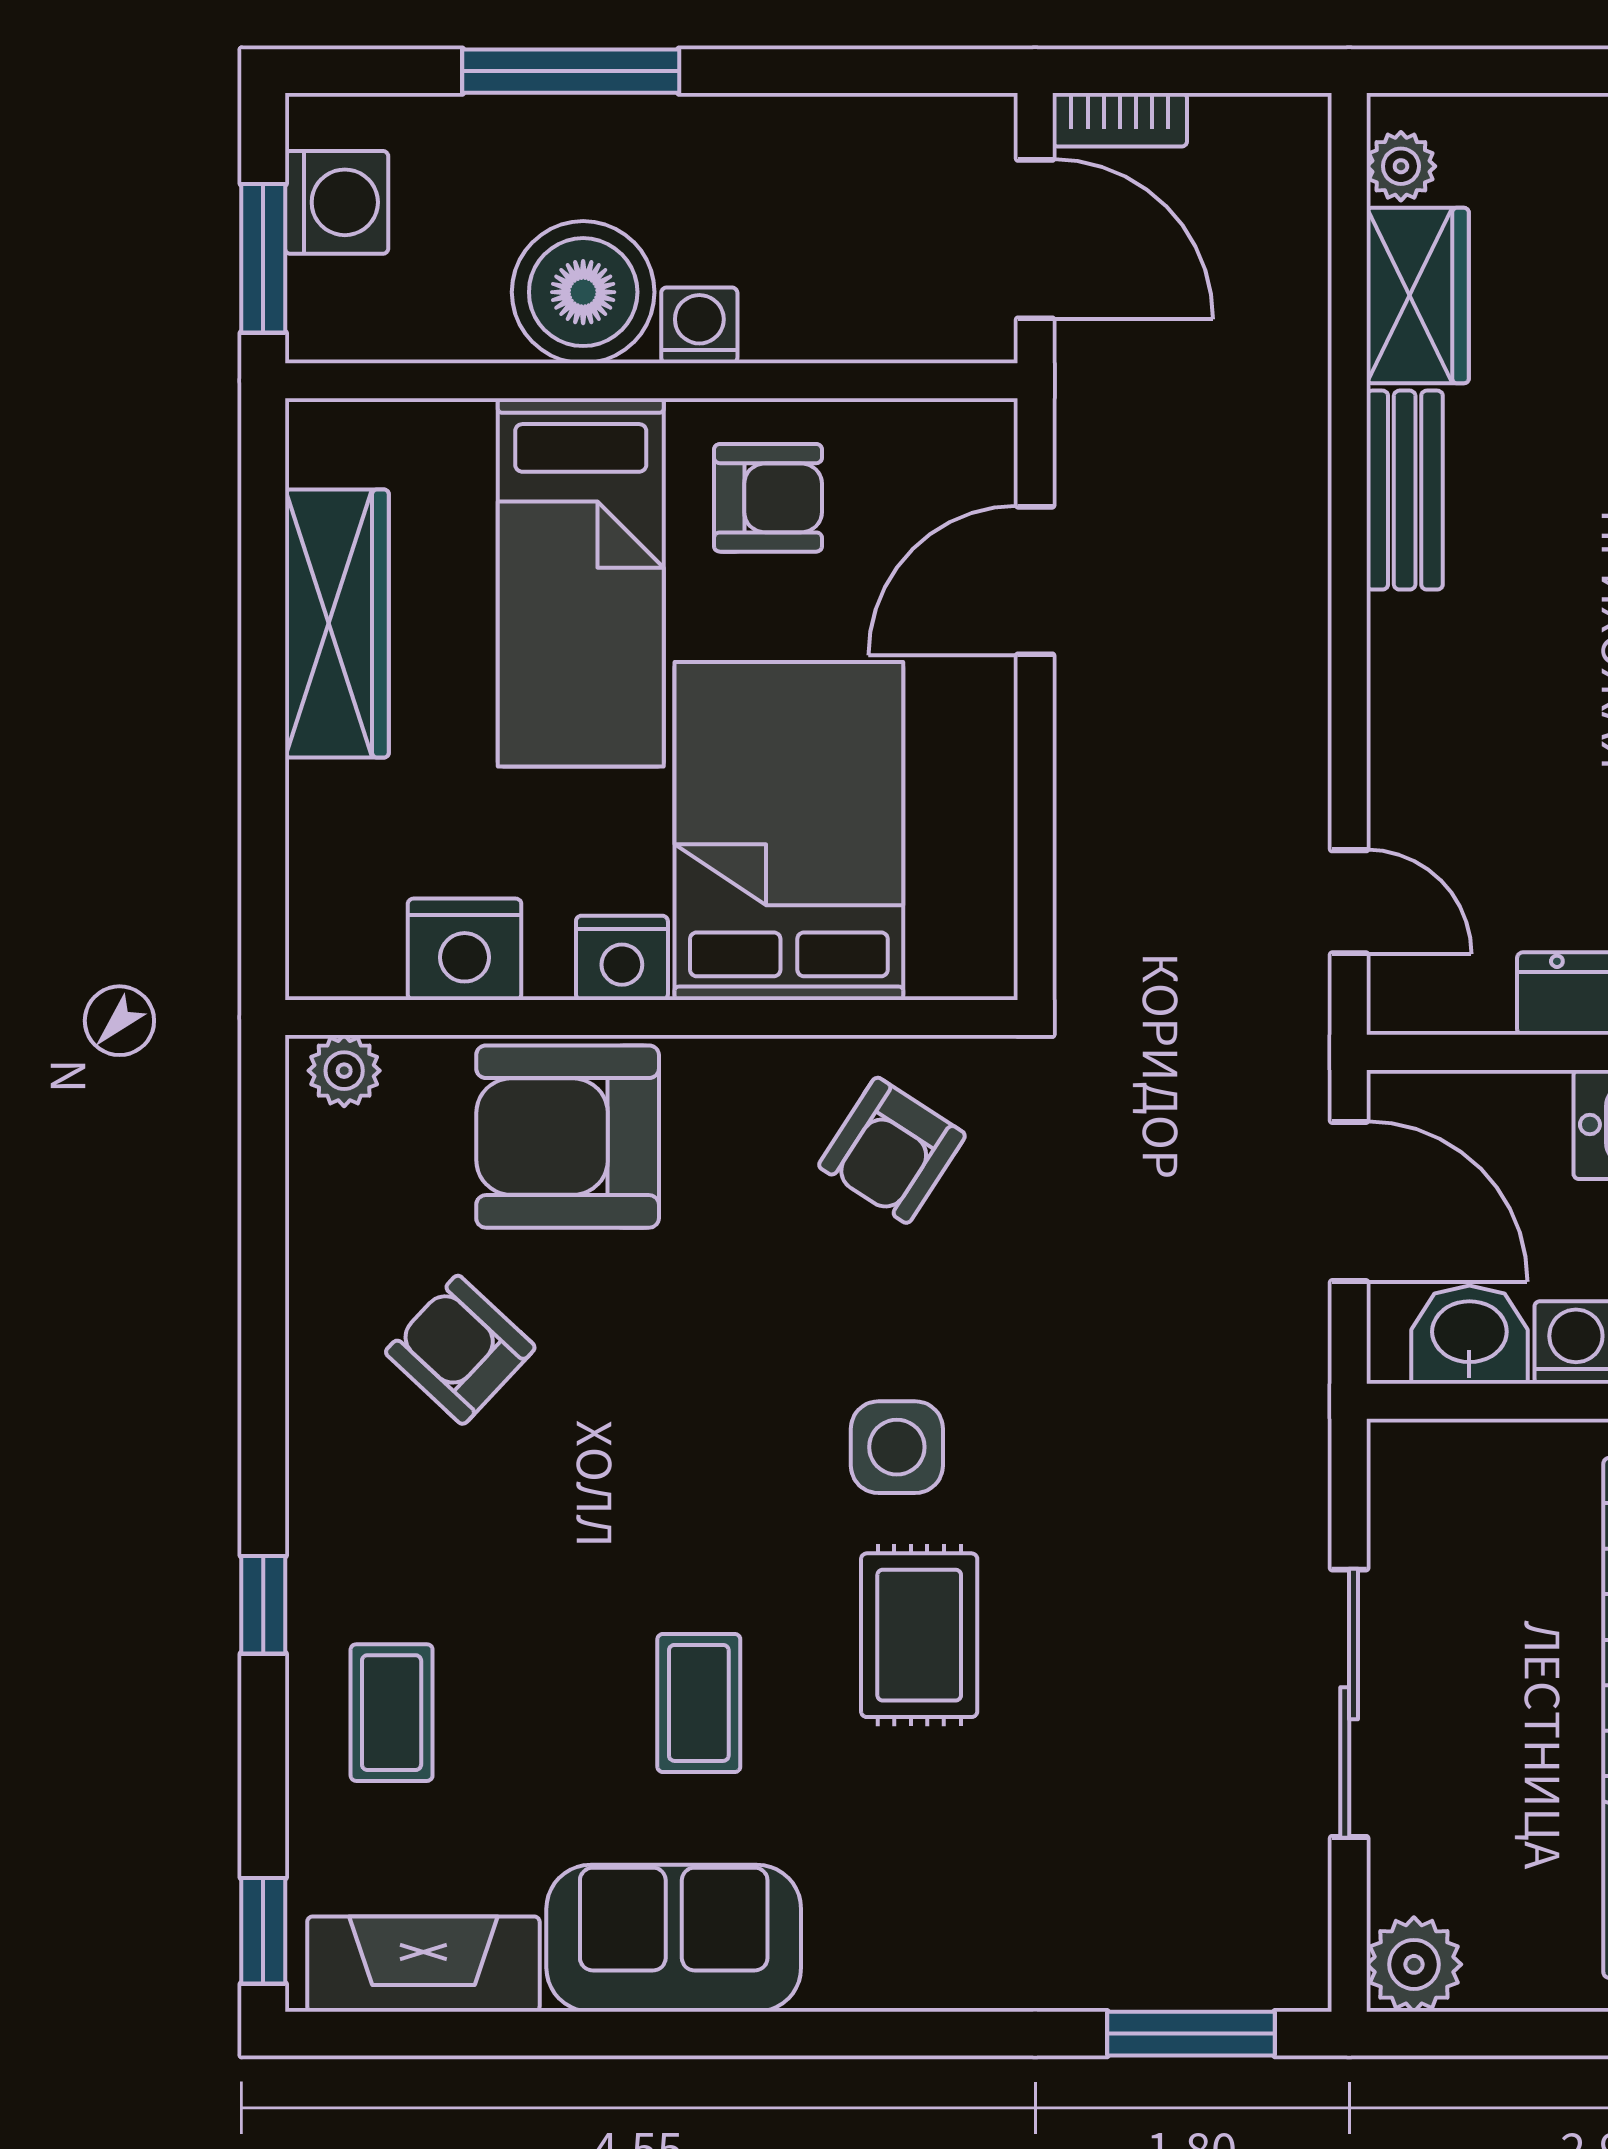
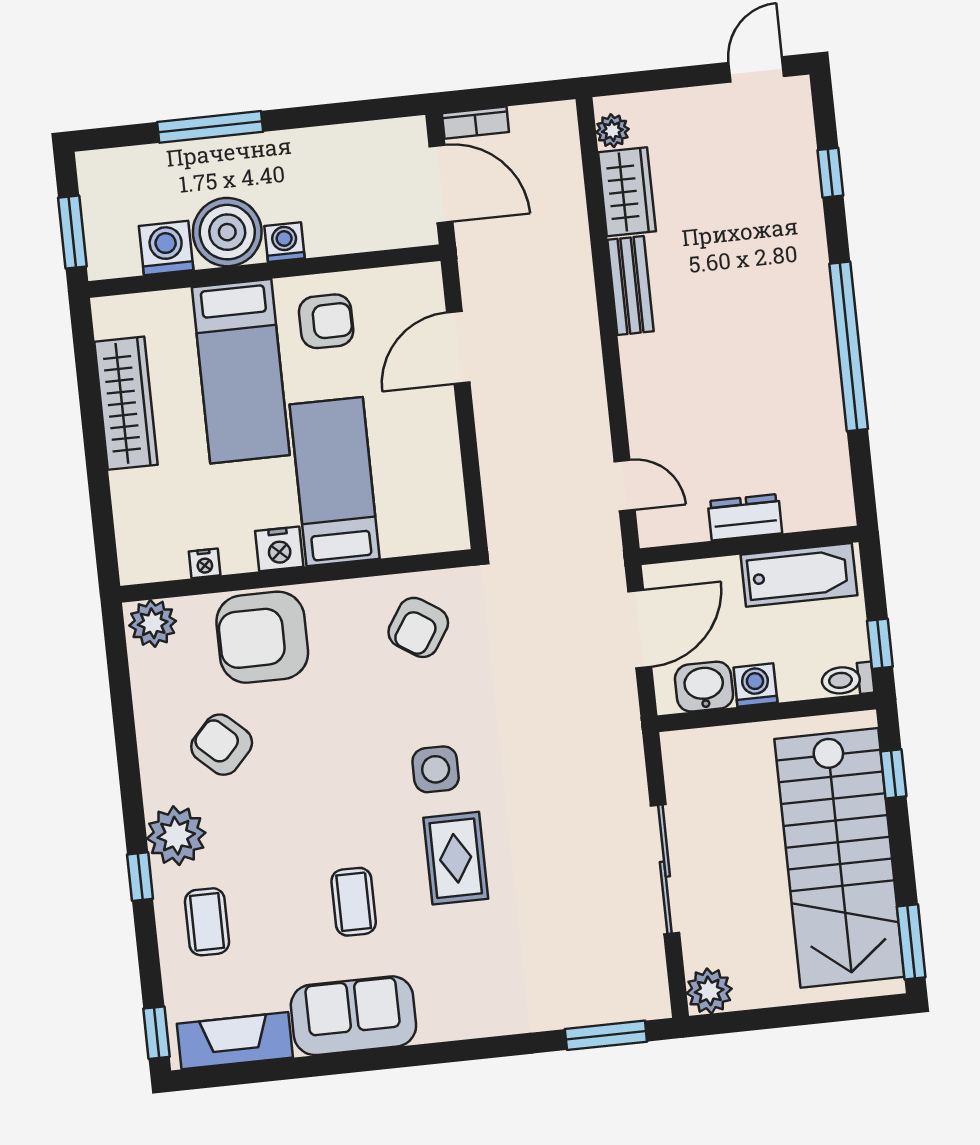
washing machine: (337, 202) -> (166, 248), moved, turned -90
bed: (789, 831) -> (335, 482), width x0.67
nightstand: (465, 949) -> (205, 563), width x0.53, depth x0.56
plant: (344, 1071) -> (153, 623), width x1.38, depth x1.38
door: (1349, 1202) -> (640, 629), hinge flipped
plant: (347, 1528) -> (176, 836), added

